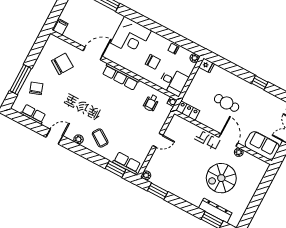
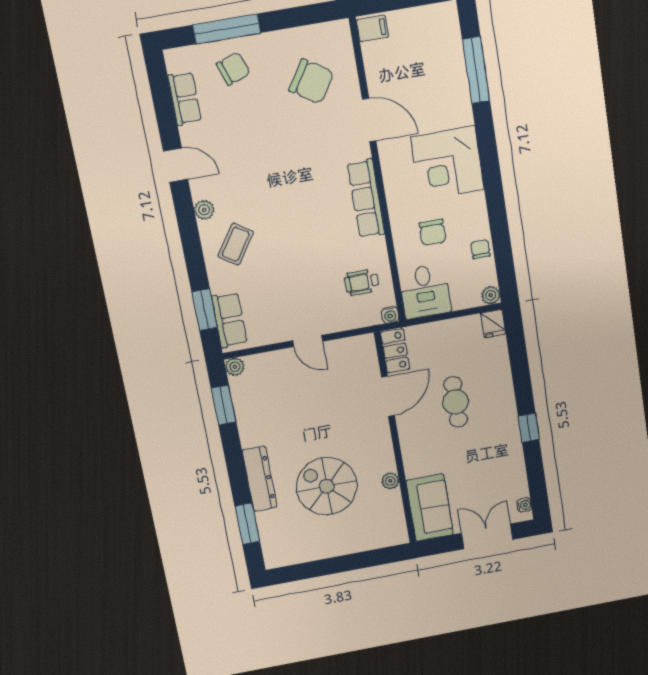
door: (228, 140) -> (388, 396), moved
dresser: (215, 210) -> (260, 479), moved

